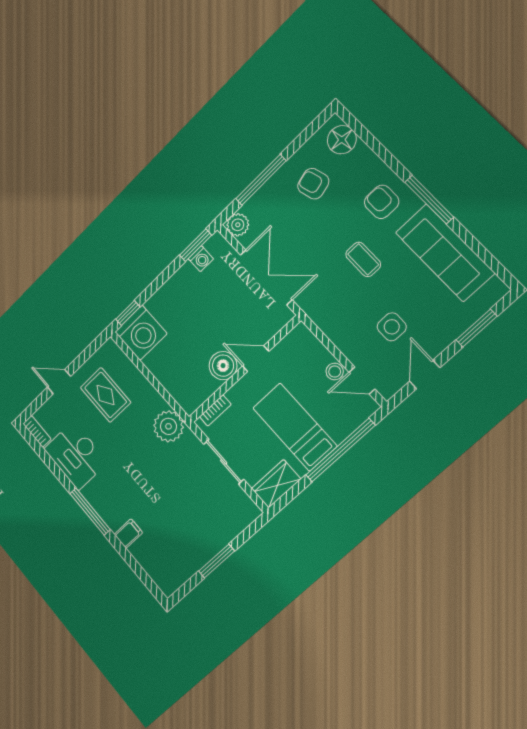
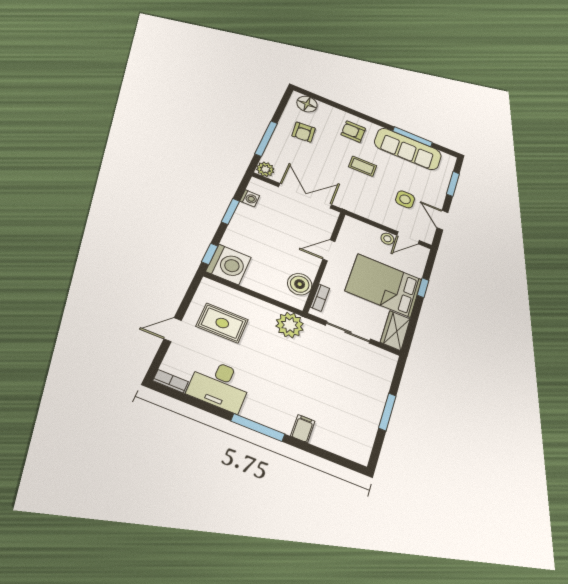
armchair: (313, 184) -> (304, 132), turned -80
window: (429, 200) -> (413, 137), moved
window: (196, 245) -> (230, 211), moved
boiler: (223, 366) -> (300, 284), moved
bed: (295, 427) -> (384, 285), width x1.50
window: (340, 450) -> (423, 288), width x0.32

